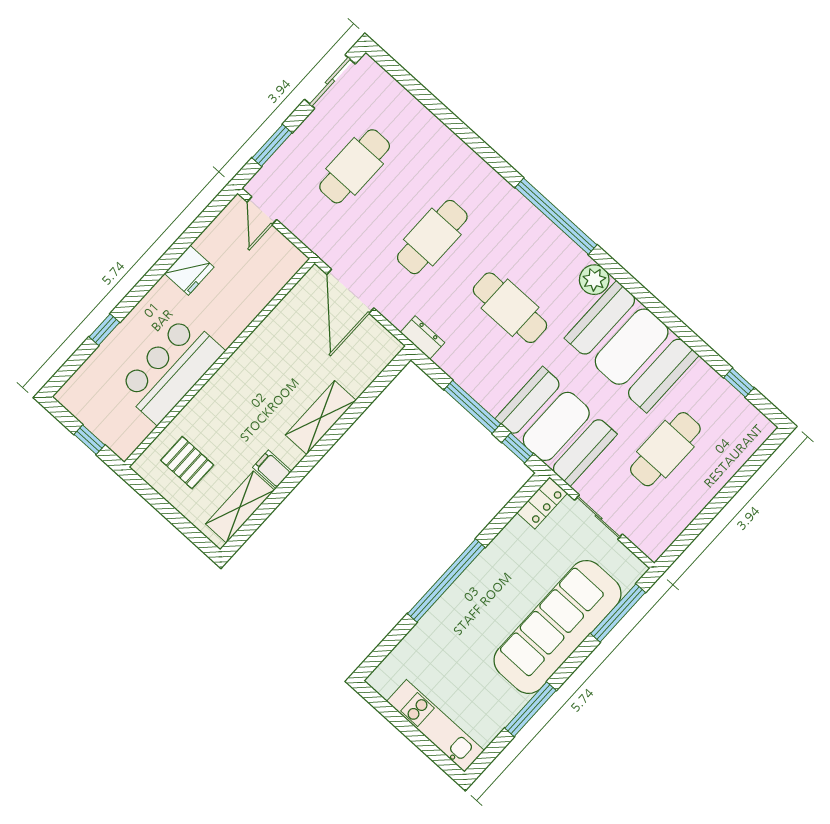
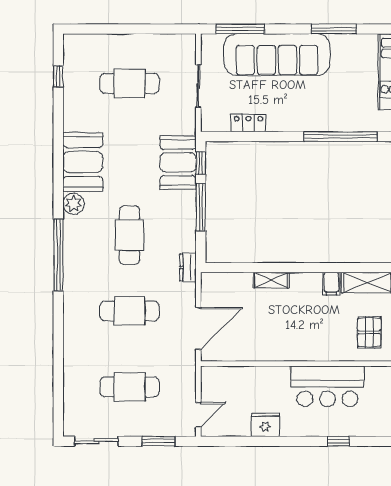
booth: (632, 347) -> (83, 162), width x0.73, depth x0.70
shelving: (321, 418) -> (271, 280), width x0.67, depth x0.75
booth: (556, 426) -> (178, 162), width x0.73, depth x0.70
locker: (542, 503) -> (248, 123), moved
window: (446, 581) -> (340, 137), moved

